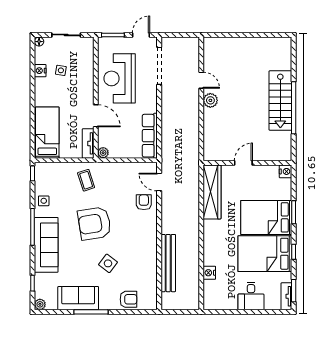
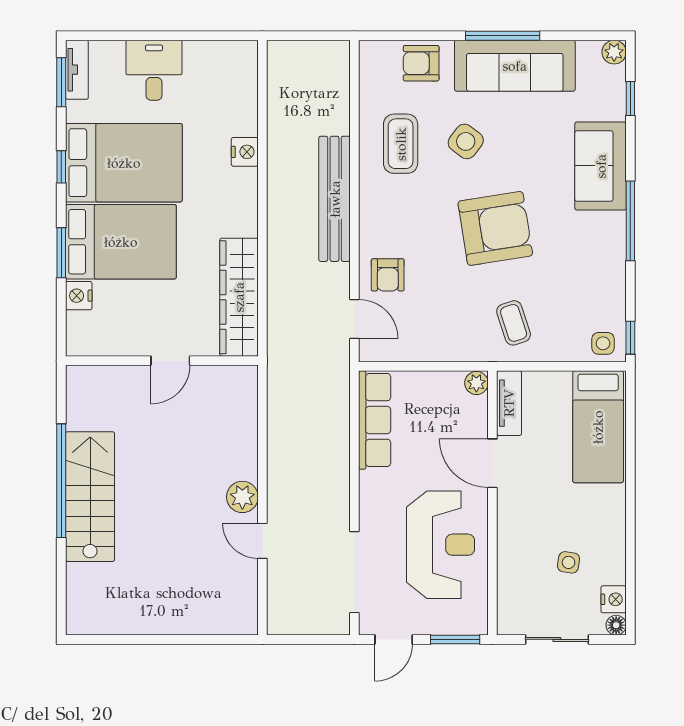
nightstand: (40, 71) -> (614, 599), moved
nightstand: (286, 171) -> (79, 296), moved
side table: (44, 201) -> (603, 343), moved
sofa: (46, 245) -> (601, 166), width x0.73
coffee table: (138, 262) -> (401, 144), added
bench: (168, 263) -> (335, 199), moved
nightstand: (209, 273) -> (245, 152), moved
sofa: (78, 298) -> (515, 66), width x1.36

